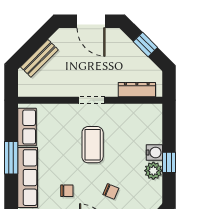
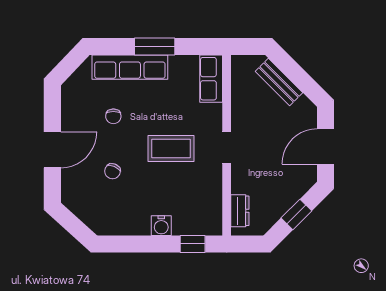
dresser: (137, 90) -> (240, 211), width x0.70
row of seats: (27, 127) -> (211, 79), moved, turned 90
window: (169, 162) -> (193, 244), moved
plant: (153, 171) -> (138, 224), removed

